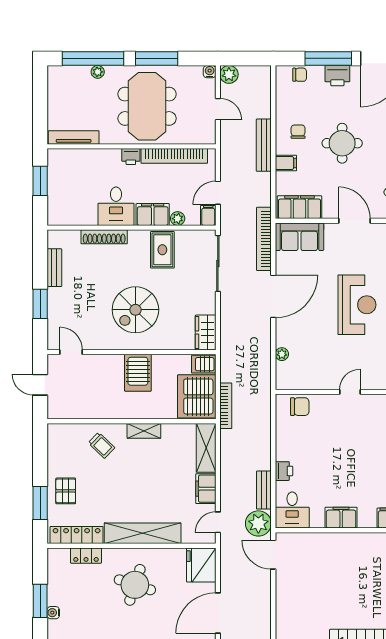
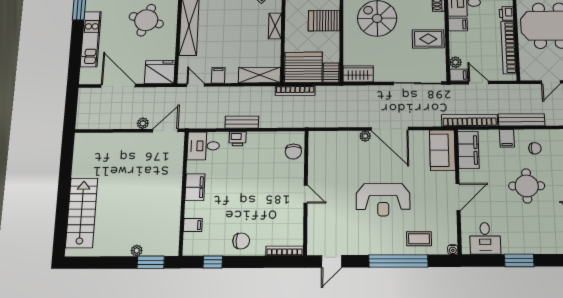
filing cabinet: (153, 215) -> (458, 25), width x0.50
plant: (178, 219) -> (456, 62), moved
bookcase: (264, 239) -> (470, 120), moved
plant: (282, 354) -> (365, 136), moved
filing cabinet: (206, 489) -> (218, 75), width x0.50
bench: (264, 490) -> (242, 122), moved
plant: (258, 523) -> (143, 123), moved, width x0.53, depth x0.53

